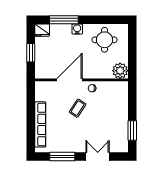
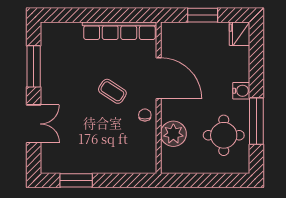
window: (64, 20) -> (256, 121), moved
plant: (120, 71) -> (173, 134), moved
row of seats: (40, 124) -> (119, 31), moved

